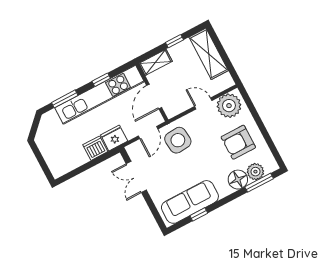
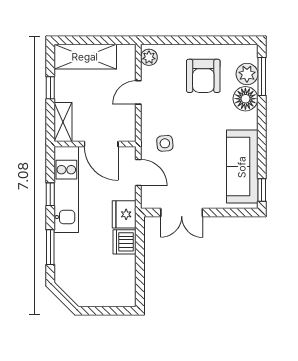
kitchen unit: (99, 95) -> (66, 189), width x0.73
plant: (229, 106) -> (149, 57), width x0.53, depth x0.53
side table: (178, 140) -> (165, 143), width x0.54, depth x0.54
window: (199, 214) -> (262, 190), moved

